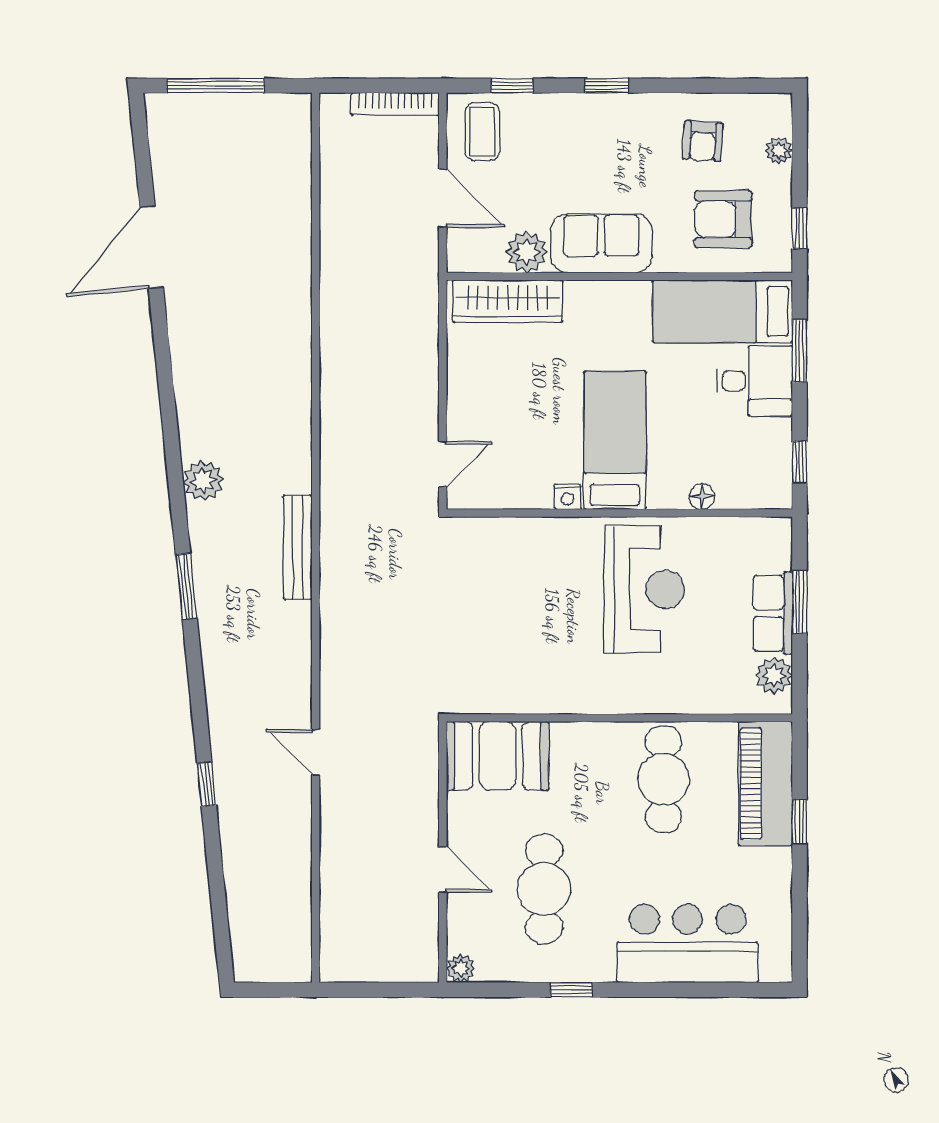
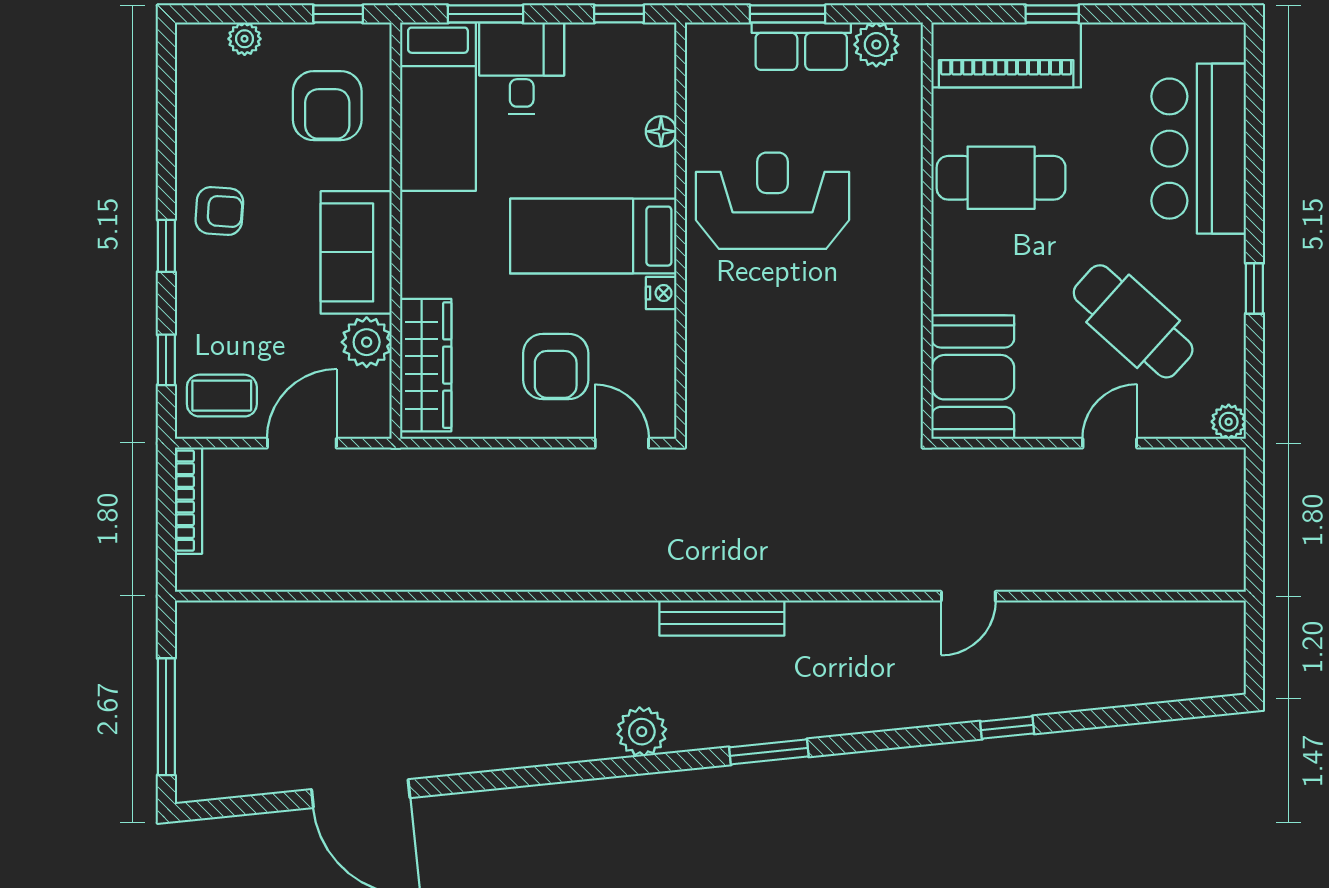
armchair: (703, 141) -> (219, 211), moved
armchair: (507, 409) -> (556, 367), added
cafe table: (544, 889) -> (1133, 321), turned 42

